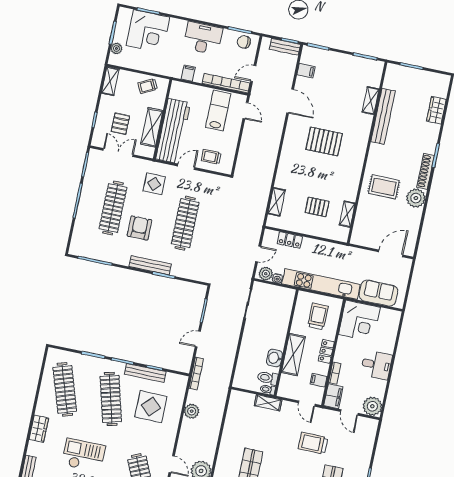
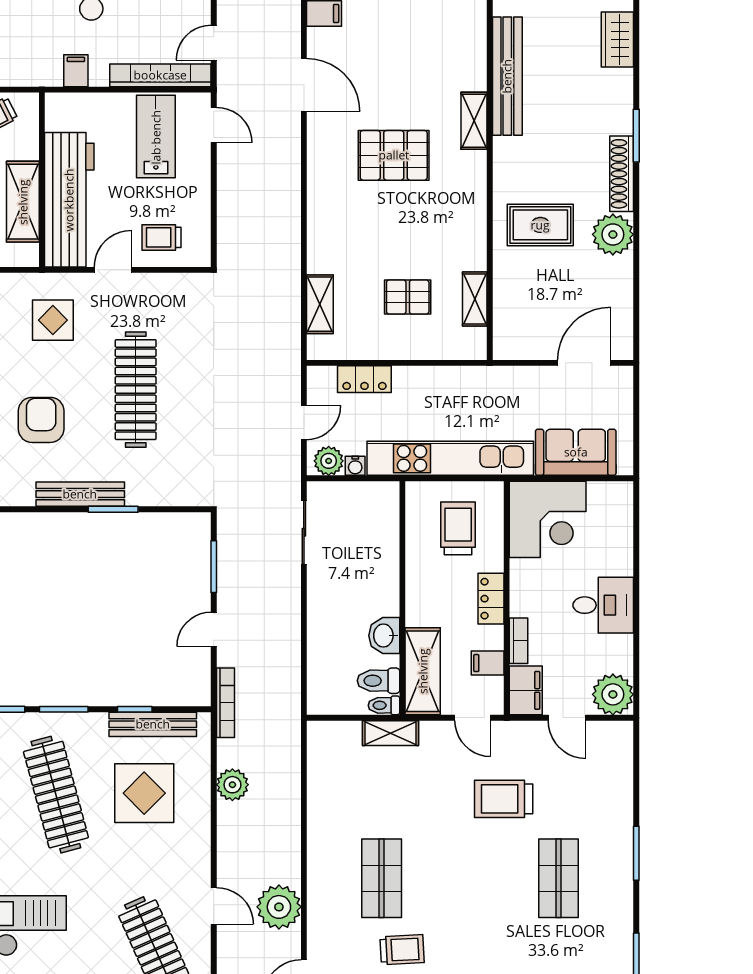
shelving: (371, 101) -> (474, 121), moved
shelving: (293, 355) -> (423, 671), moved
bench: (145, 373) -> (153, 724), moved

